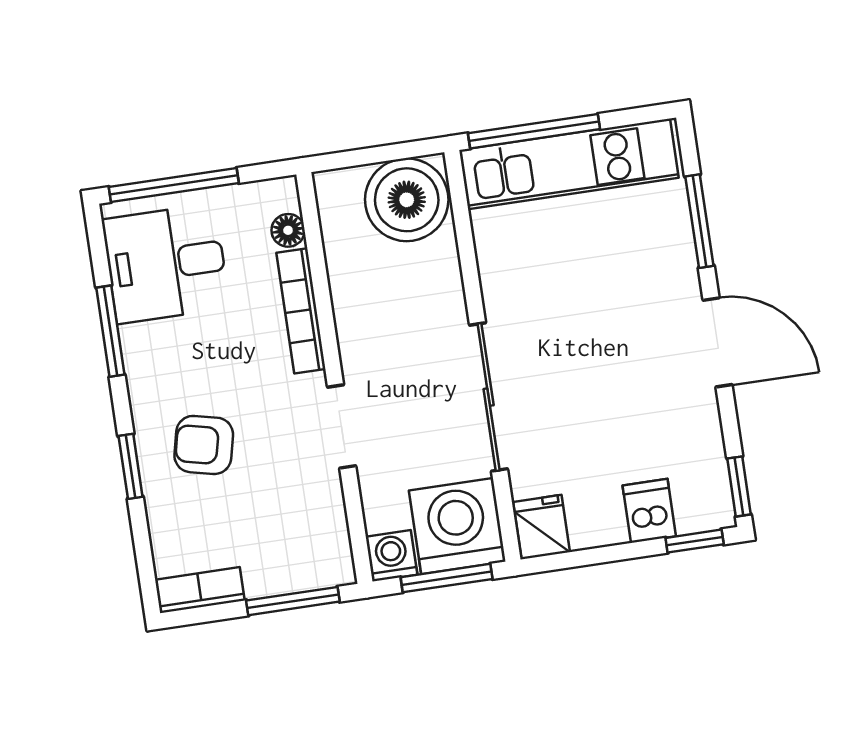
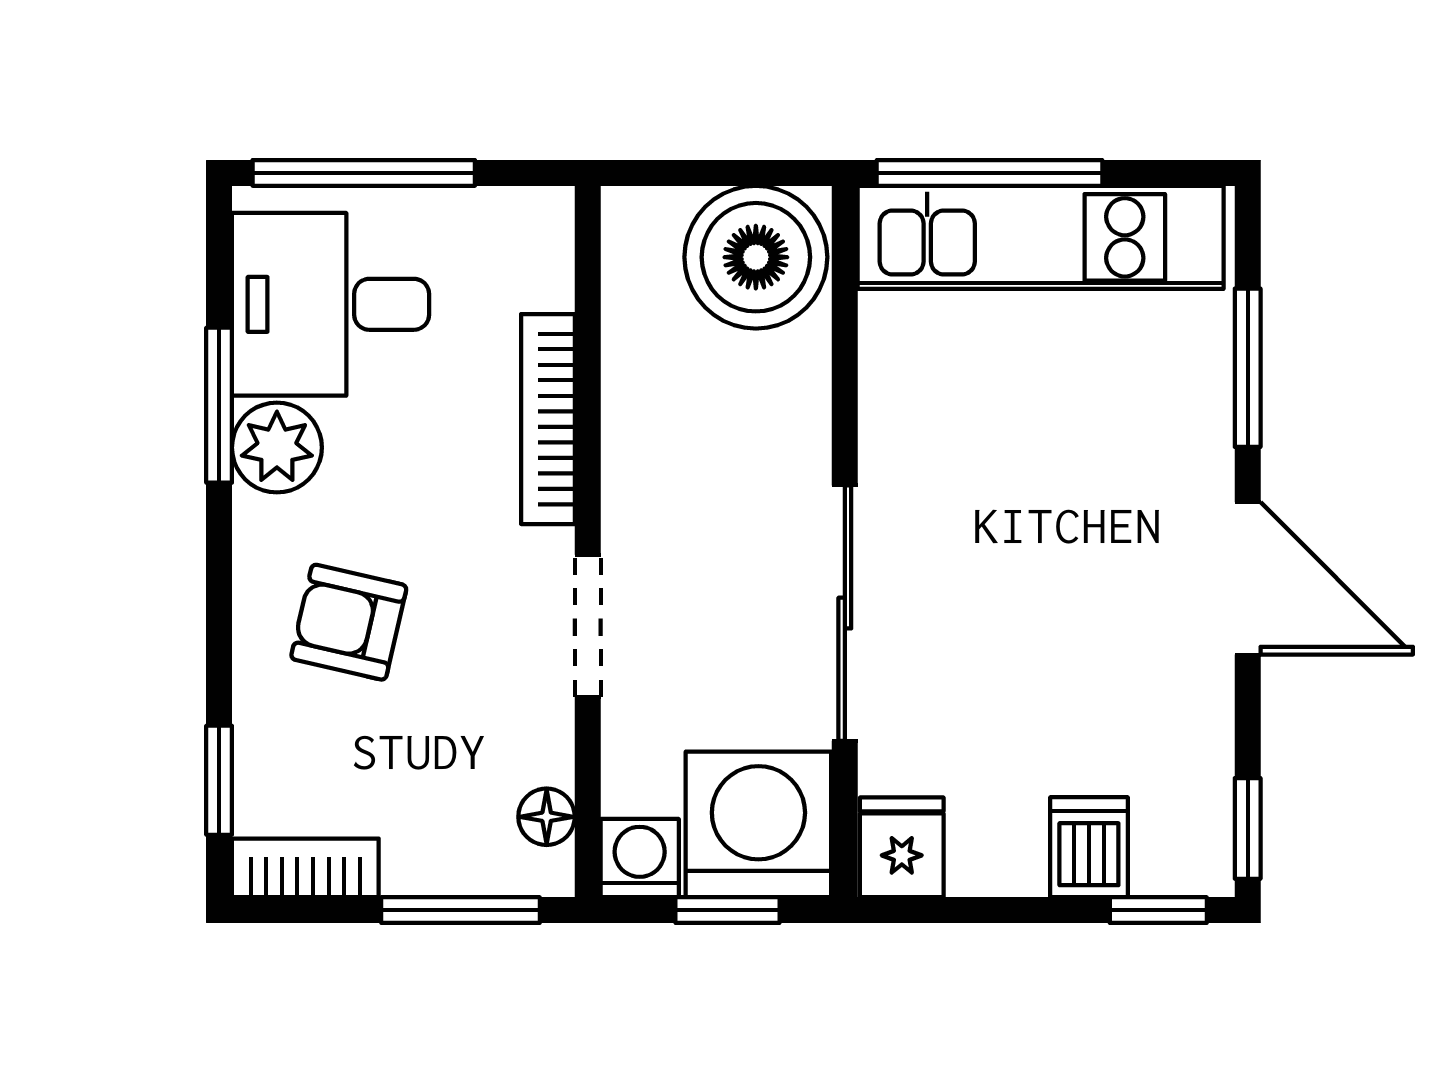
floor lamp: (288, 230) -> (547, 817), moved
plant: (147, 351) -> (277, 448), added
window: (131, 466) -> (219, 780), moved
window: (447, 578) -> (728, 910), width x0.67

